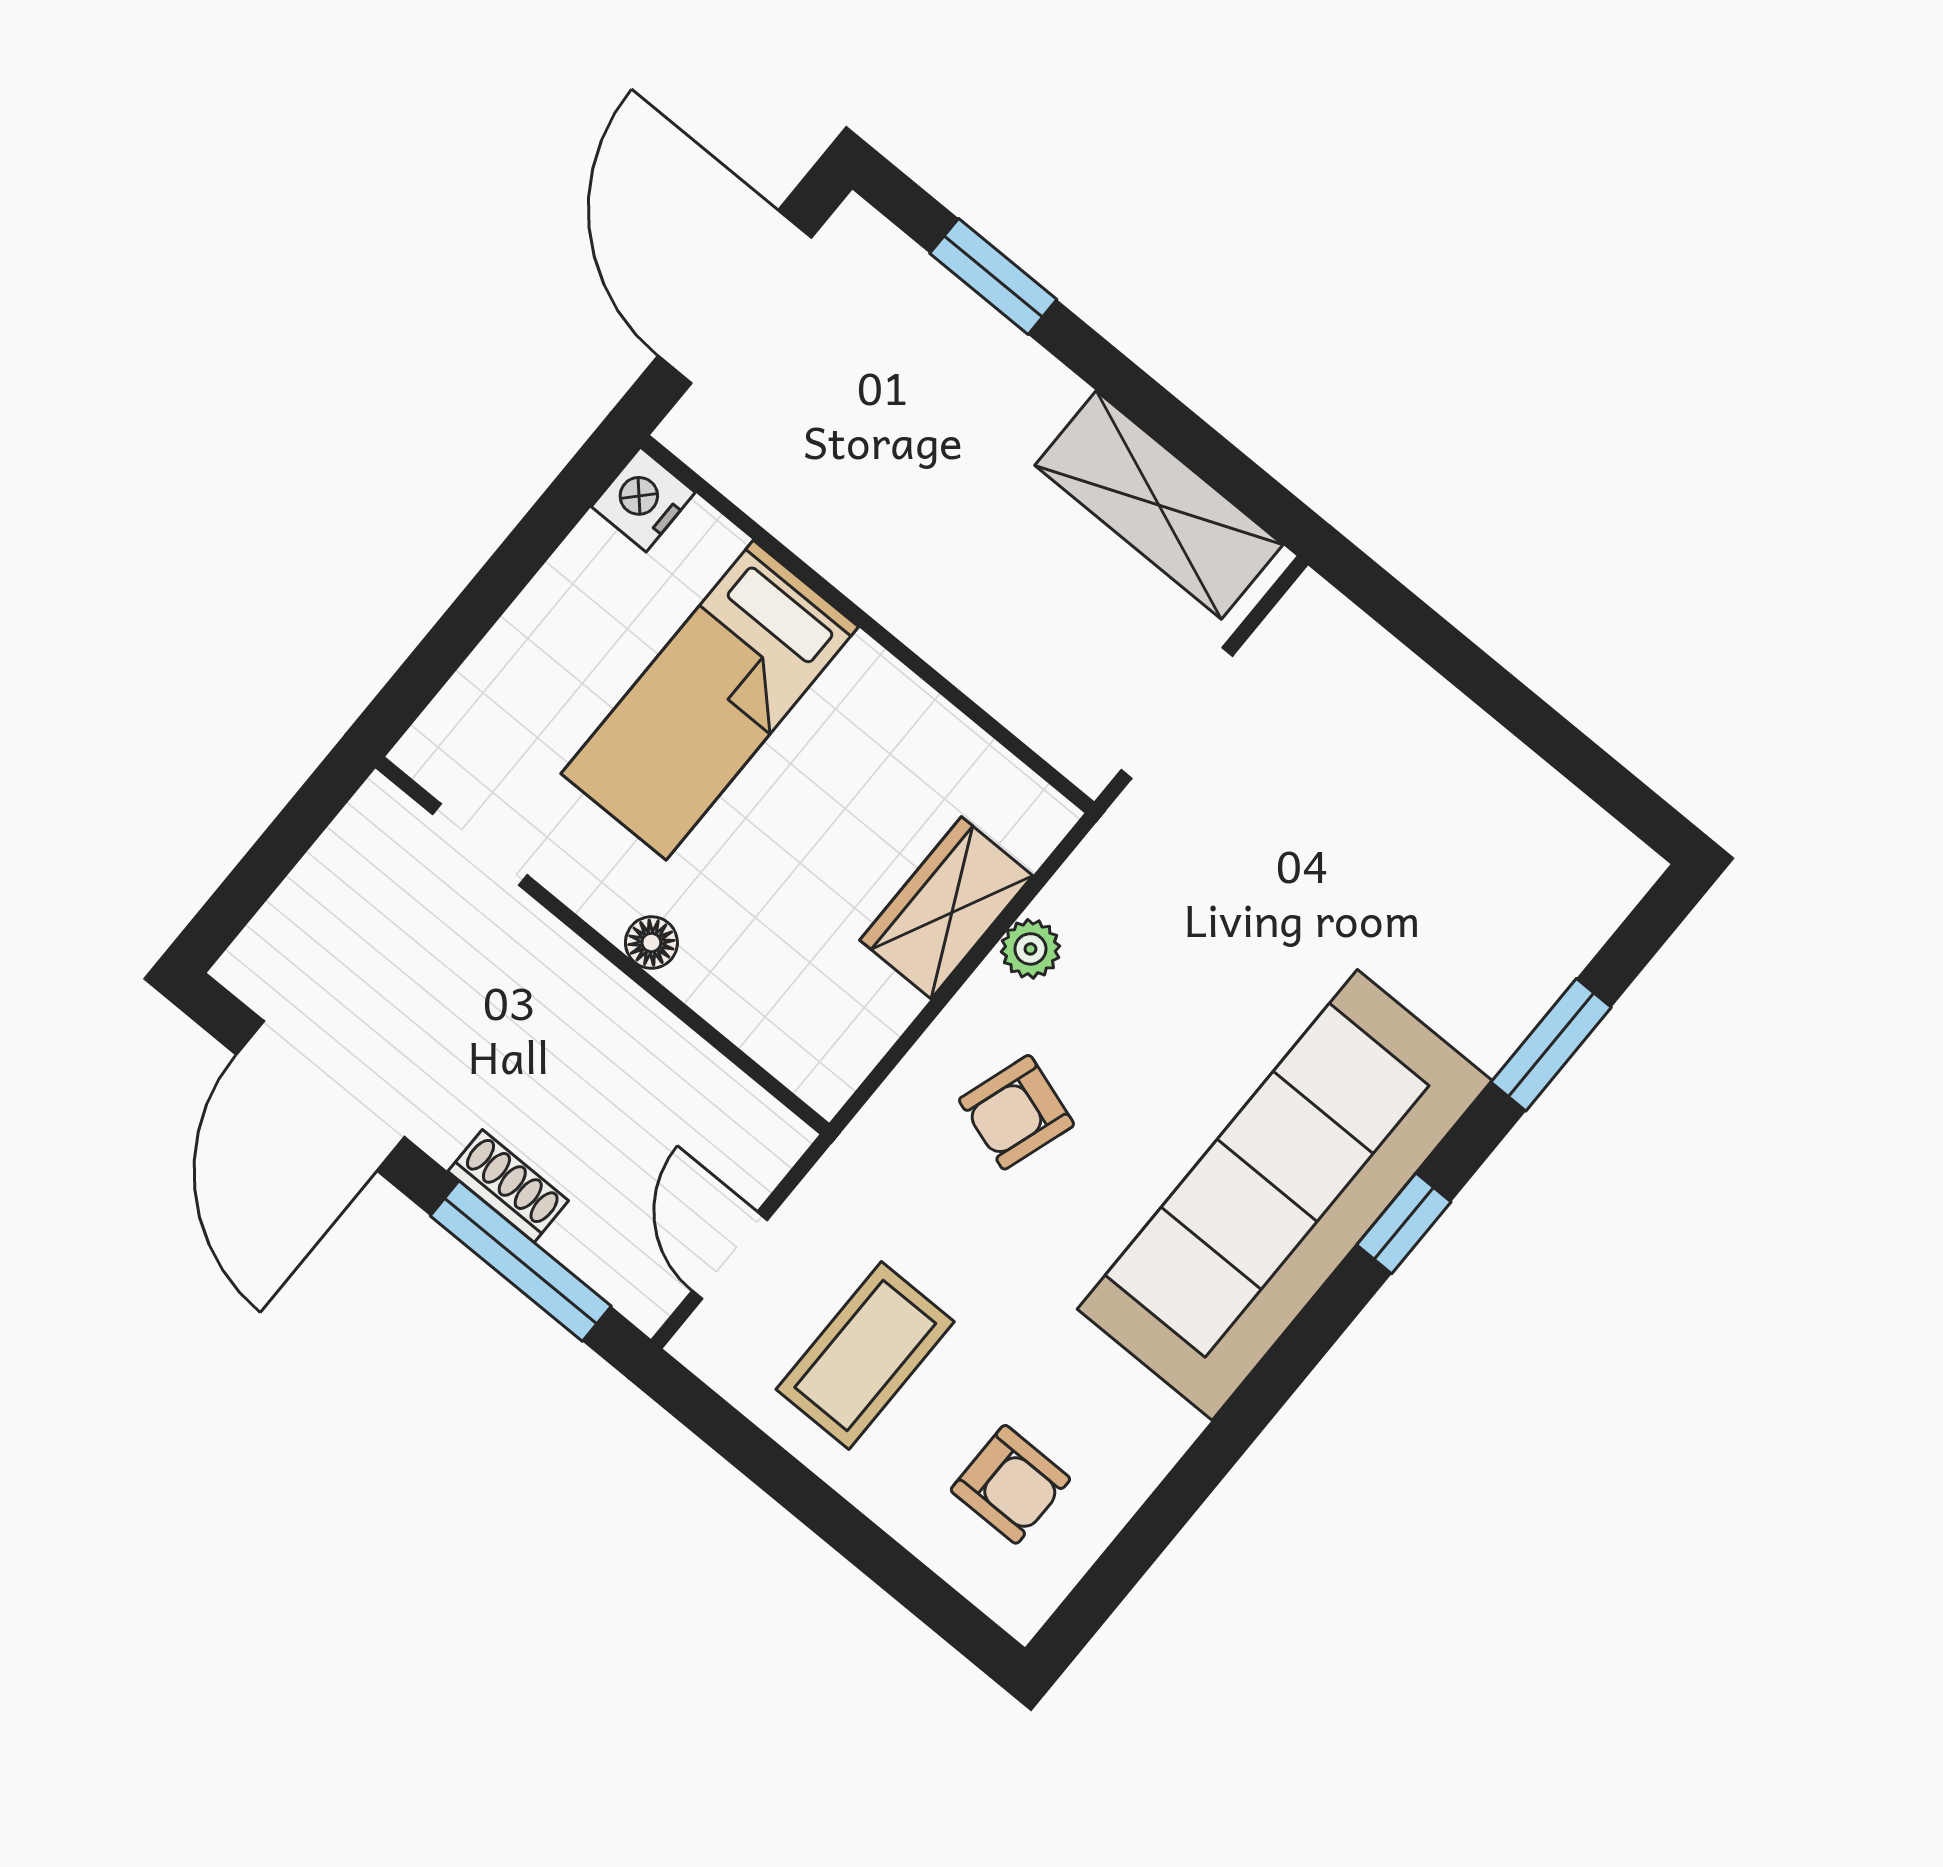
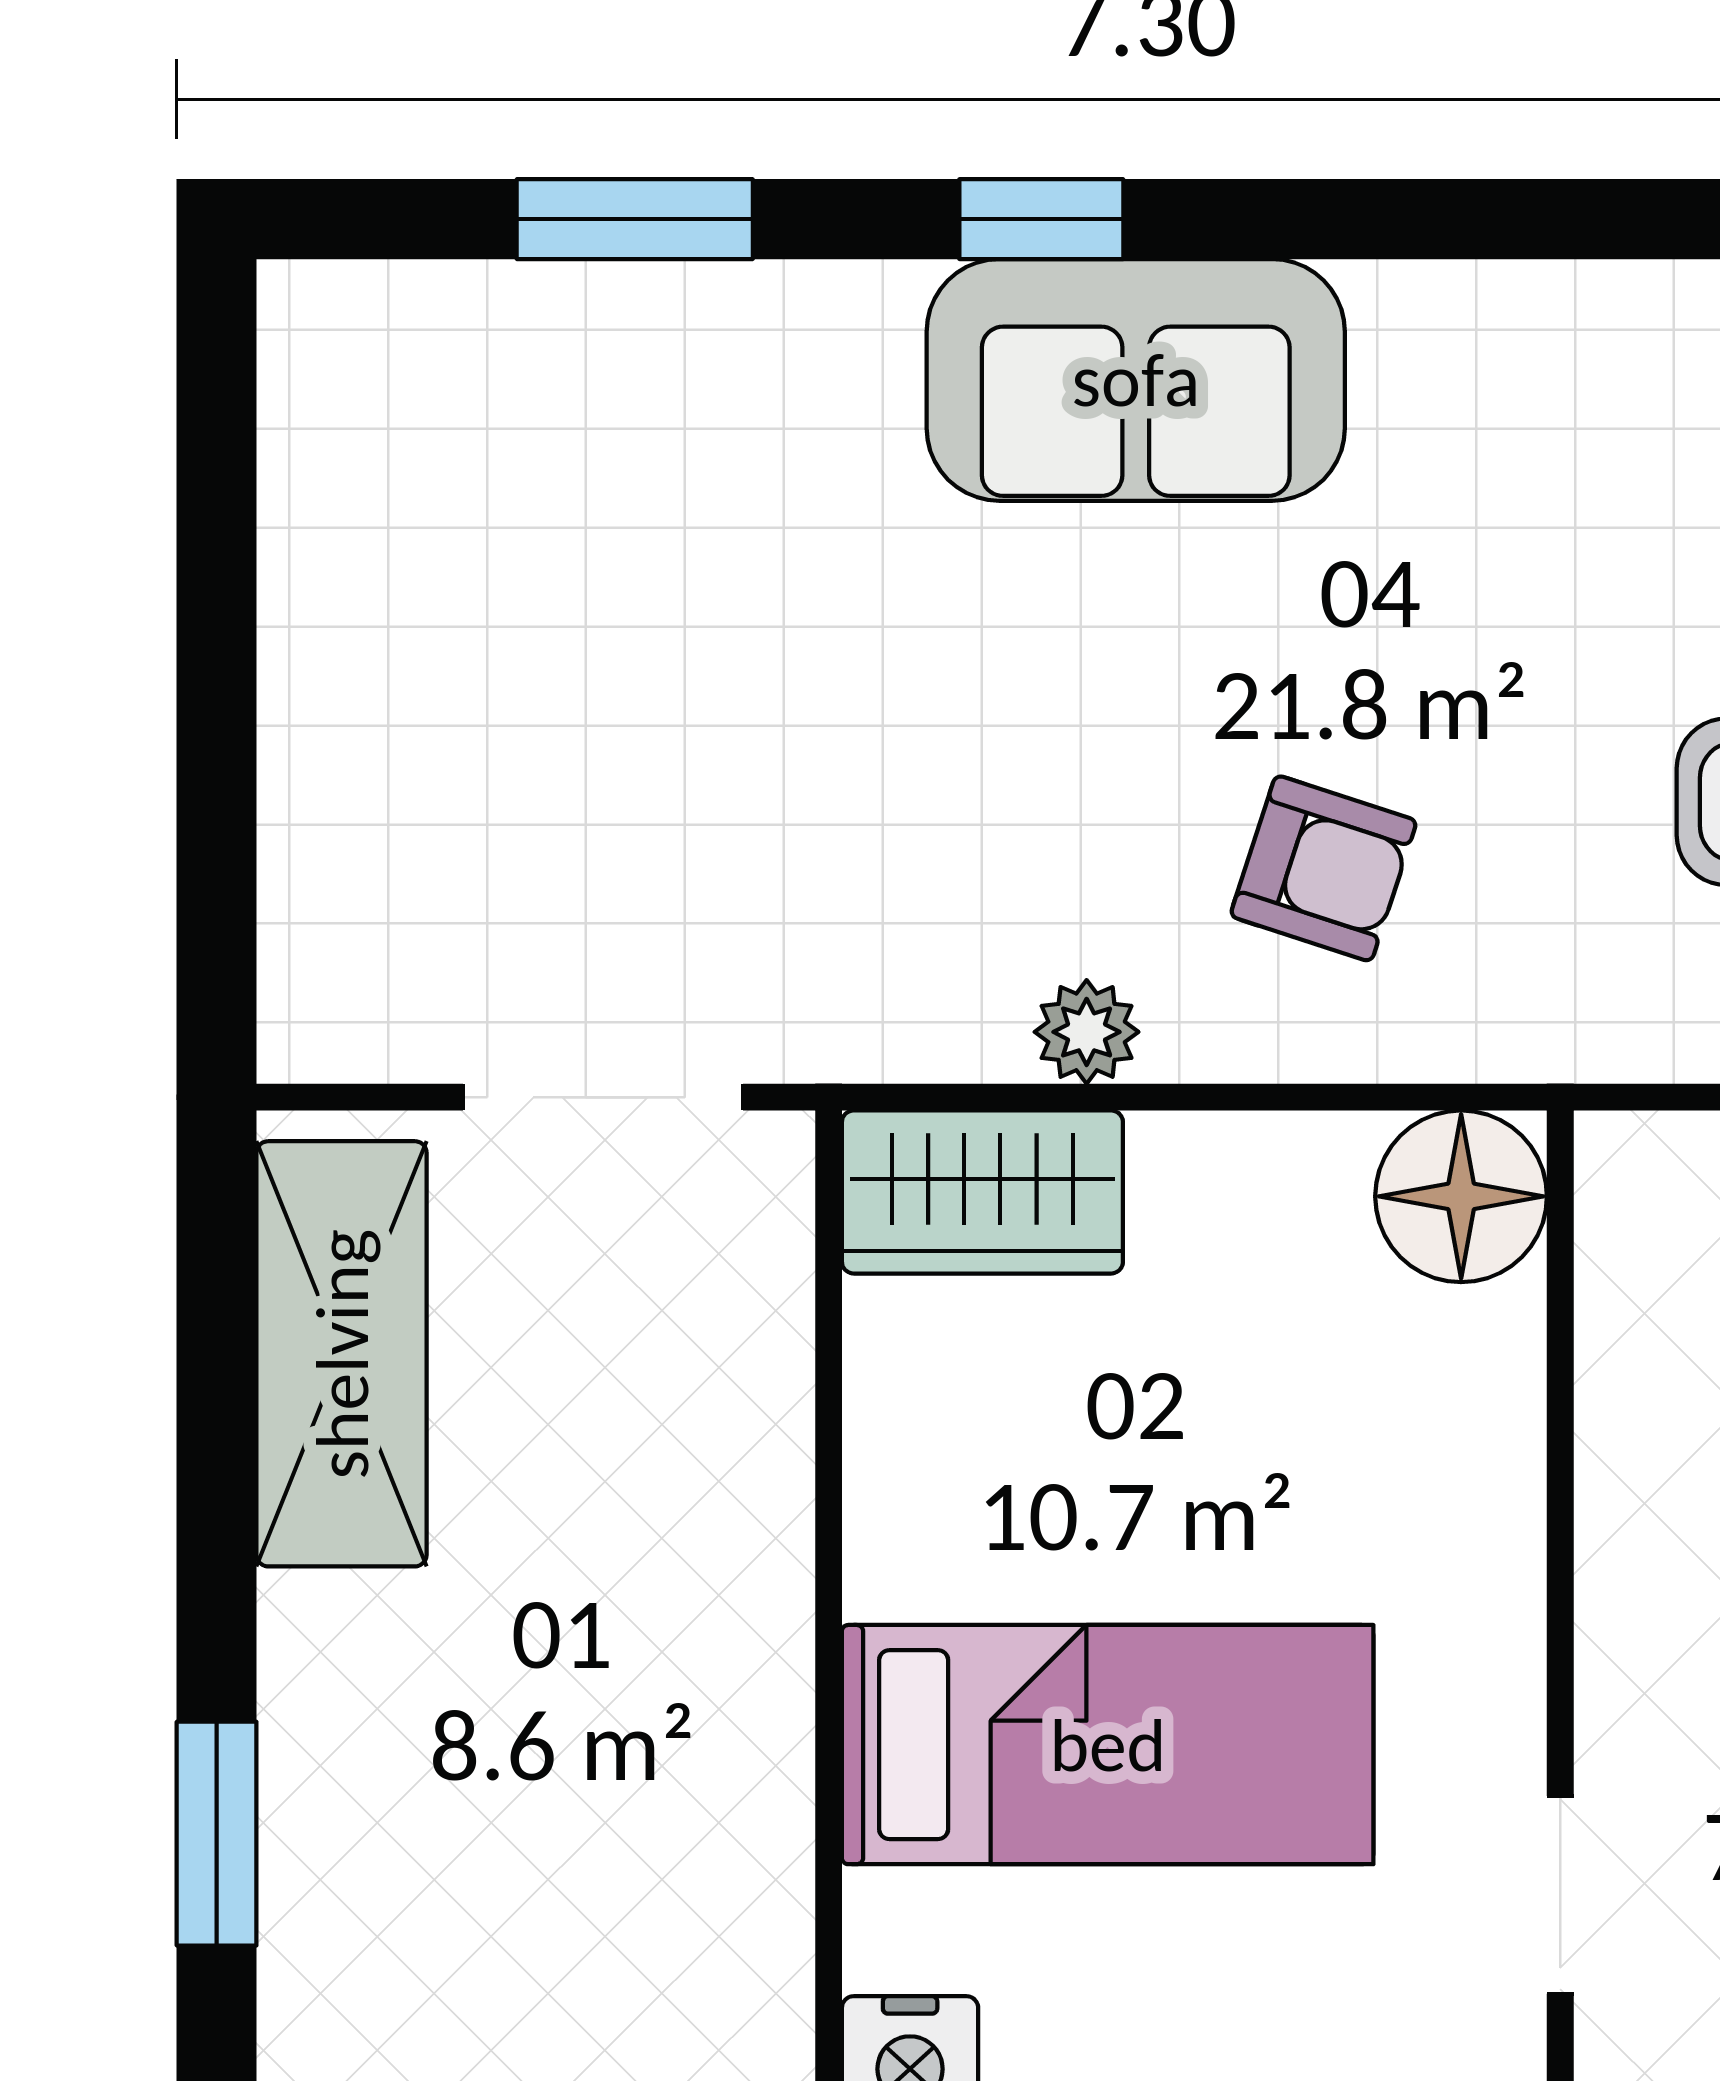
wardrobe: (946, 908) -> (982, 1192), moved
floor lamp: (651, 943) -> (1461, 1196), moved, width x1.89, depth x1.89
sofa: (1285, 1195) -> (1136, 380), width x0.54, depth x0.79

